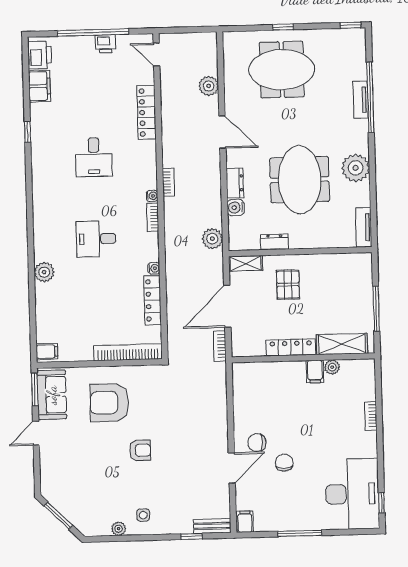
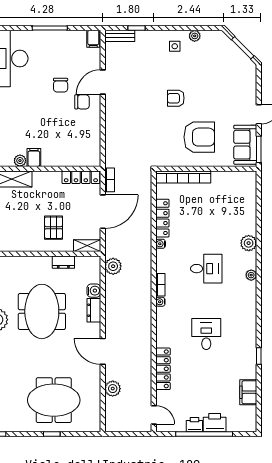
printer: (40, 55) -> (215, 423), moved, turned 90
bookcase: (168, 182) -> (147, 312), removed
plant: (40, 232) -> (251, 275), added
locker: (291, 347) -> (81, 177), moved
filing cabinet: (47, 352) -> (248, 179), removed

